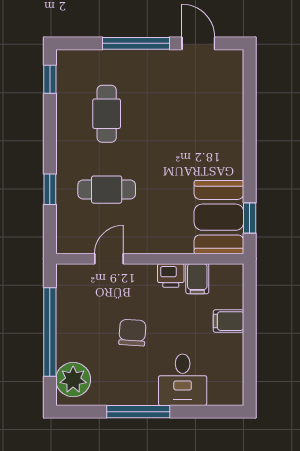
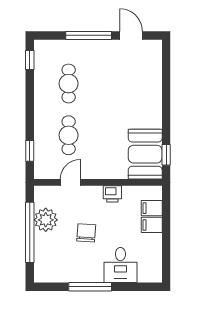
window: (50, 189) -> (30, 151), moved
cafe table: (107, 190) -> (69, 135), turned 90
filing cabinet: (197, 279) -> (152, 208), moved, turned 90
plant: (73, 380) -> (46, 220), moved

